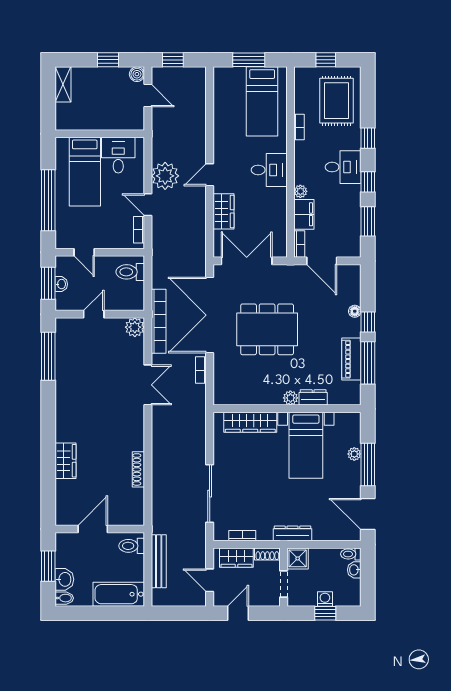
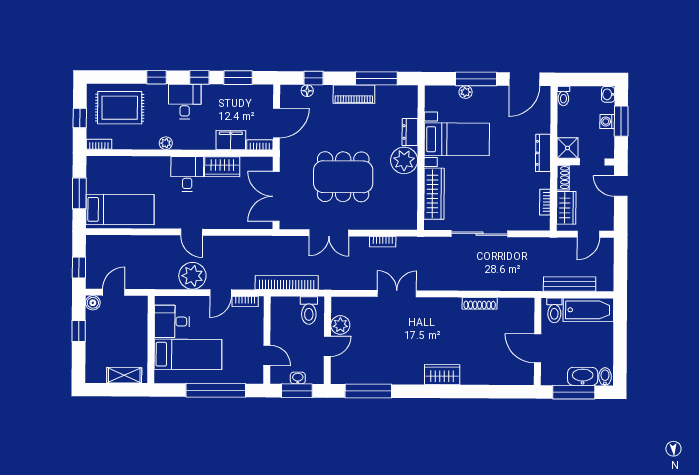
shelving: (63, 84) -> (124, 375), moved
bed: (262, 101) -> (120, 210), moved
bookcase: (299, 127) -> (99, 144), moved
plant: (300, 191) -> (166, 143), moved
wardrobe: (223, 211) -> (222, 167), moved, turned 180
door: (84, 252) -> (267, 355), hinge flipped
toilet: (130, 272) -> (309, 310), moved
floor lamp: (355, 311) -> (307, 91), moved
door: (94, 314) -> (327, 346), swing flipped
double door: (210, 315) -> (329, 233), width x0.54
bookcase: (159, 321) -> (287, 283), moved
window: (368, 322) -> (313, 78), moved
plant: (135, 327) -> (340, 325), moved
dining table: (267, 329) -> (343, 177), turned 90
piano: (351, 359) -> (354, 94), moved
plant: (290, 398) -> (404, 160), width x1.88, depth x1.88
wardrobe: (65, 461) -> (442, 375), moved
sliding door: (210, 494) -> (480, 234), moved
window: (48, 566) -> (574, 392), width x1.44
washbasin: (354, 570) -> (608, 94), moved, turned 90
washbasin: (64, 579) -> (583, 376), width x1.38
bathtub: (119, 594) -> (588, 310), moved, turned -90
door: (238, 613) -> (621, 186), moved
window: (325, 613) -> (621, 121), width x1.50

